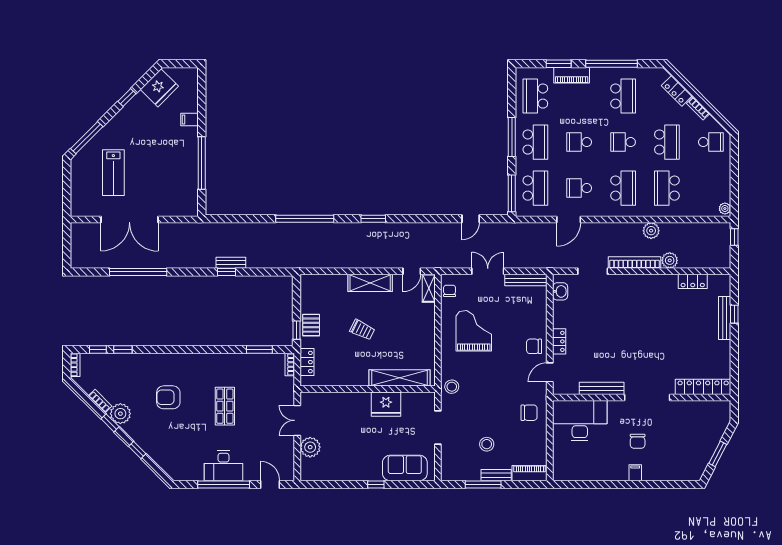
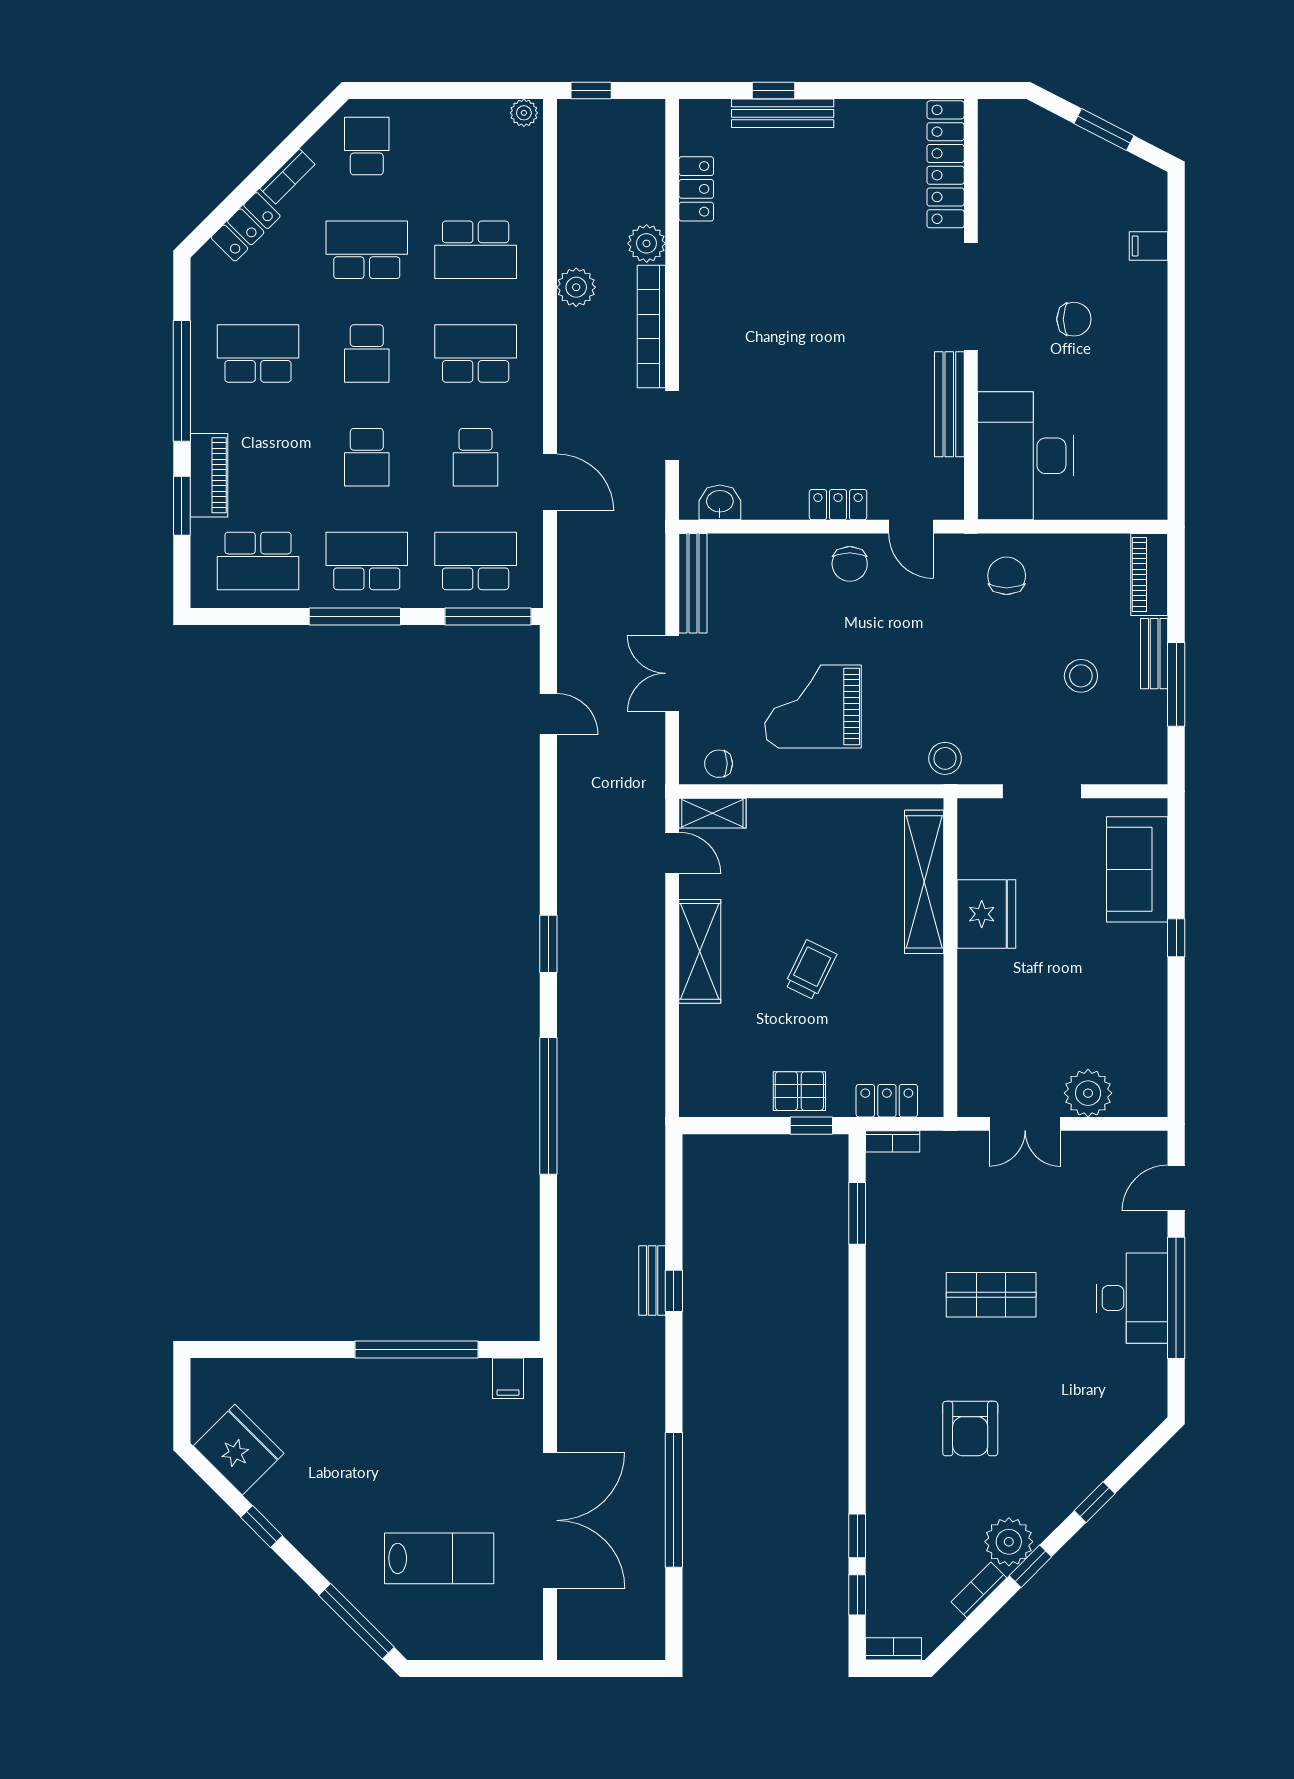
filing cabinet: (190, 119) -> (508, 1378), moved
filing cabinet: (635, 473) -> (1149, 246), moved

